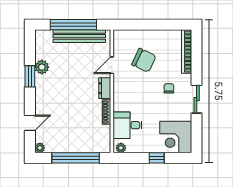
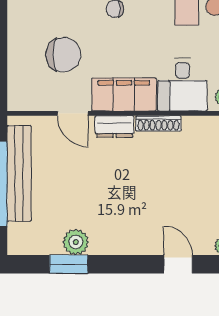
chair: (144, 60) -> (63, 55), turned 65
window: (30, 76) -> (69, 264), moved
filing cabinet: (122, 93) -> (124, 94), added

